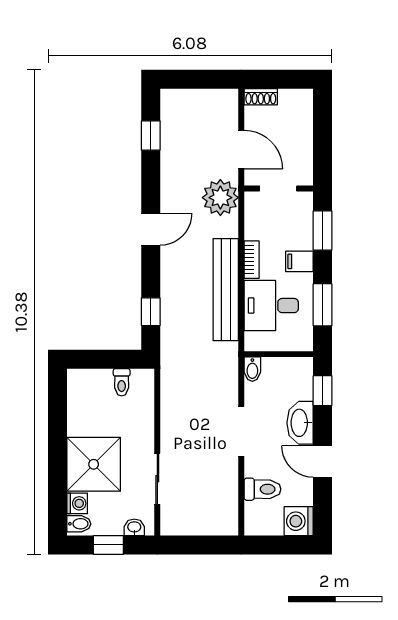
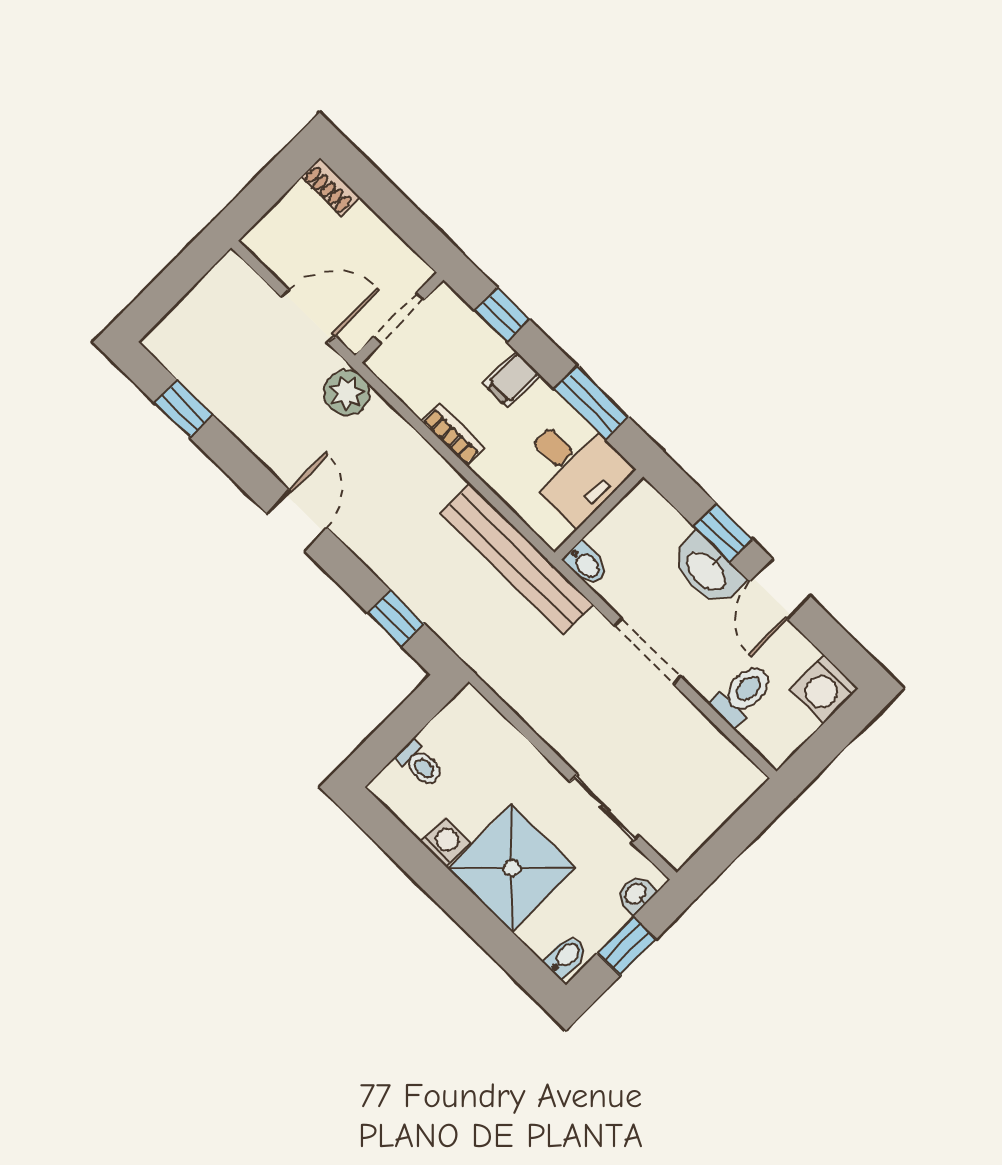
shoe rack: (261, 97) -> (330, 187), moved, turned 90
plant: (220, 198) -> (347, 393), width x0.73, depth x0.73
window: (322, 231) -> (502, 315), width x0.67
bench: (226, 290) -> (517, 559), moved
desk: (271, 306) -> (574, 468), moved, turned -90
toilet: (122, 382) -> (420, 764), moved
window: (322, 391) -> (723, 533), moved
door: (322, 461) -> (780, 589), hinge flipped
washing machine: (77, 503) -> (445, 842), moved

